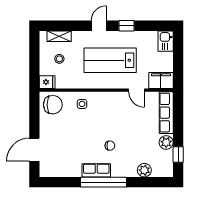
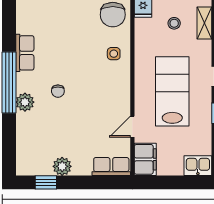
row of seats: (166, 113) -> (111, 167), width x0.68
row of seats: (96, 170) -> (25, 53), moved
plant: (144, 170) -> (25, 102), moved

